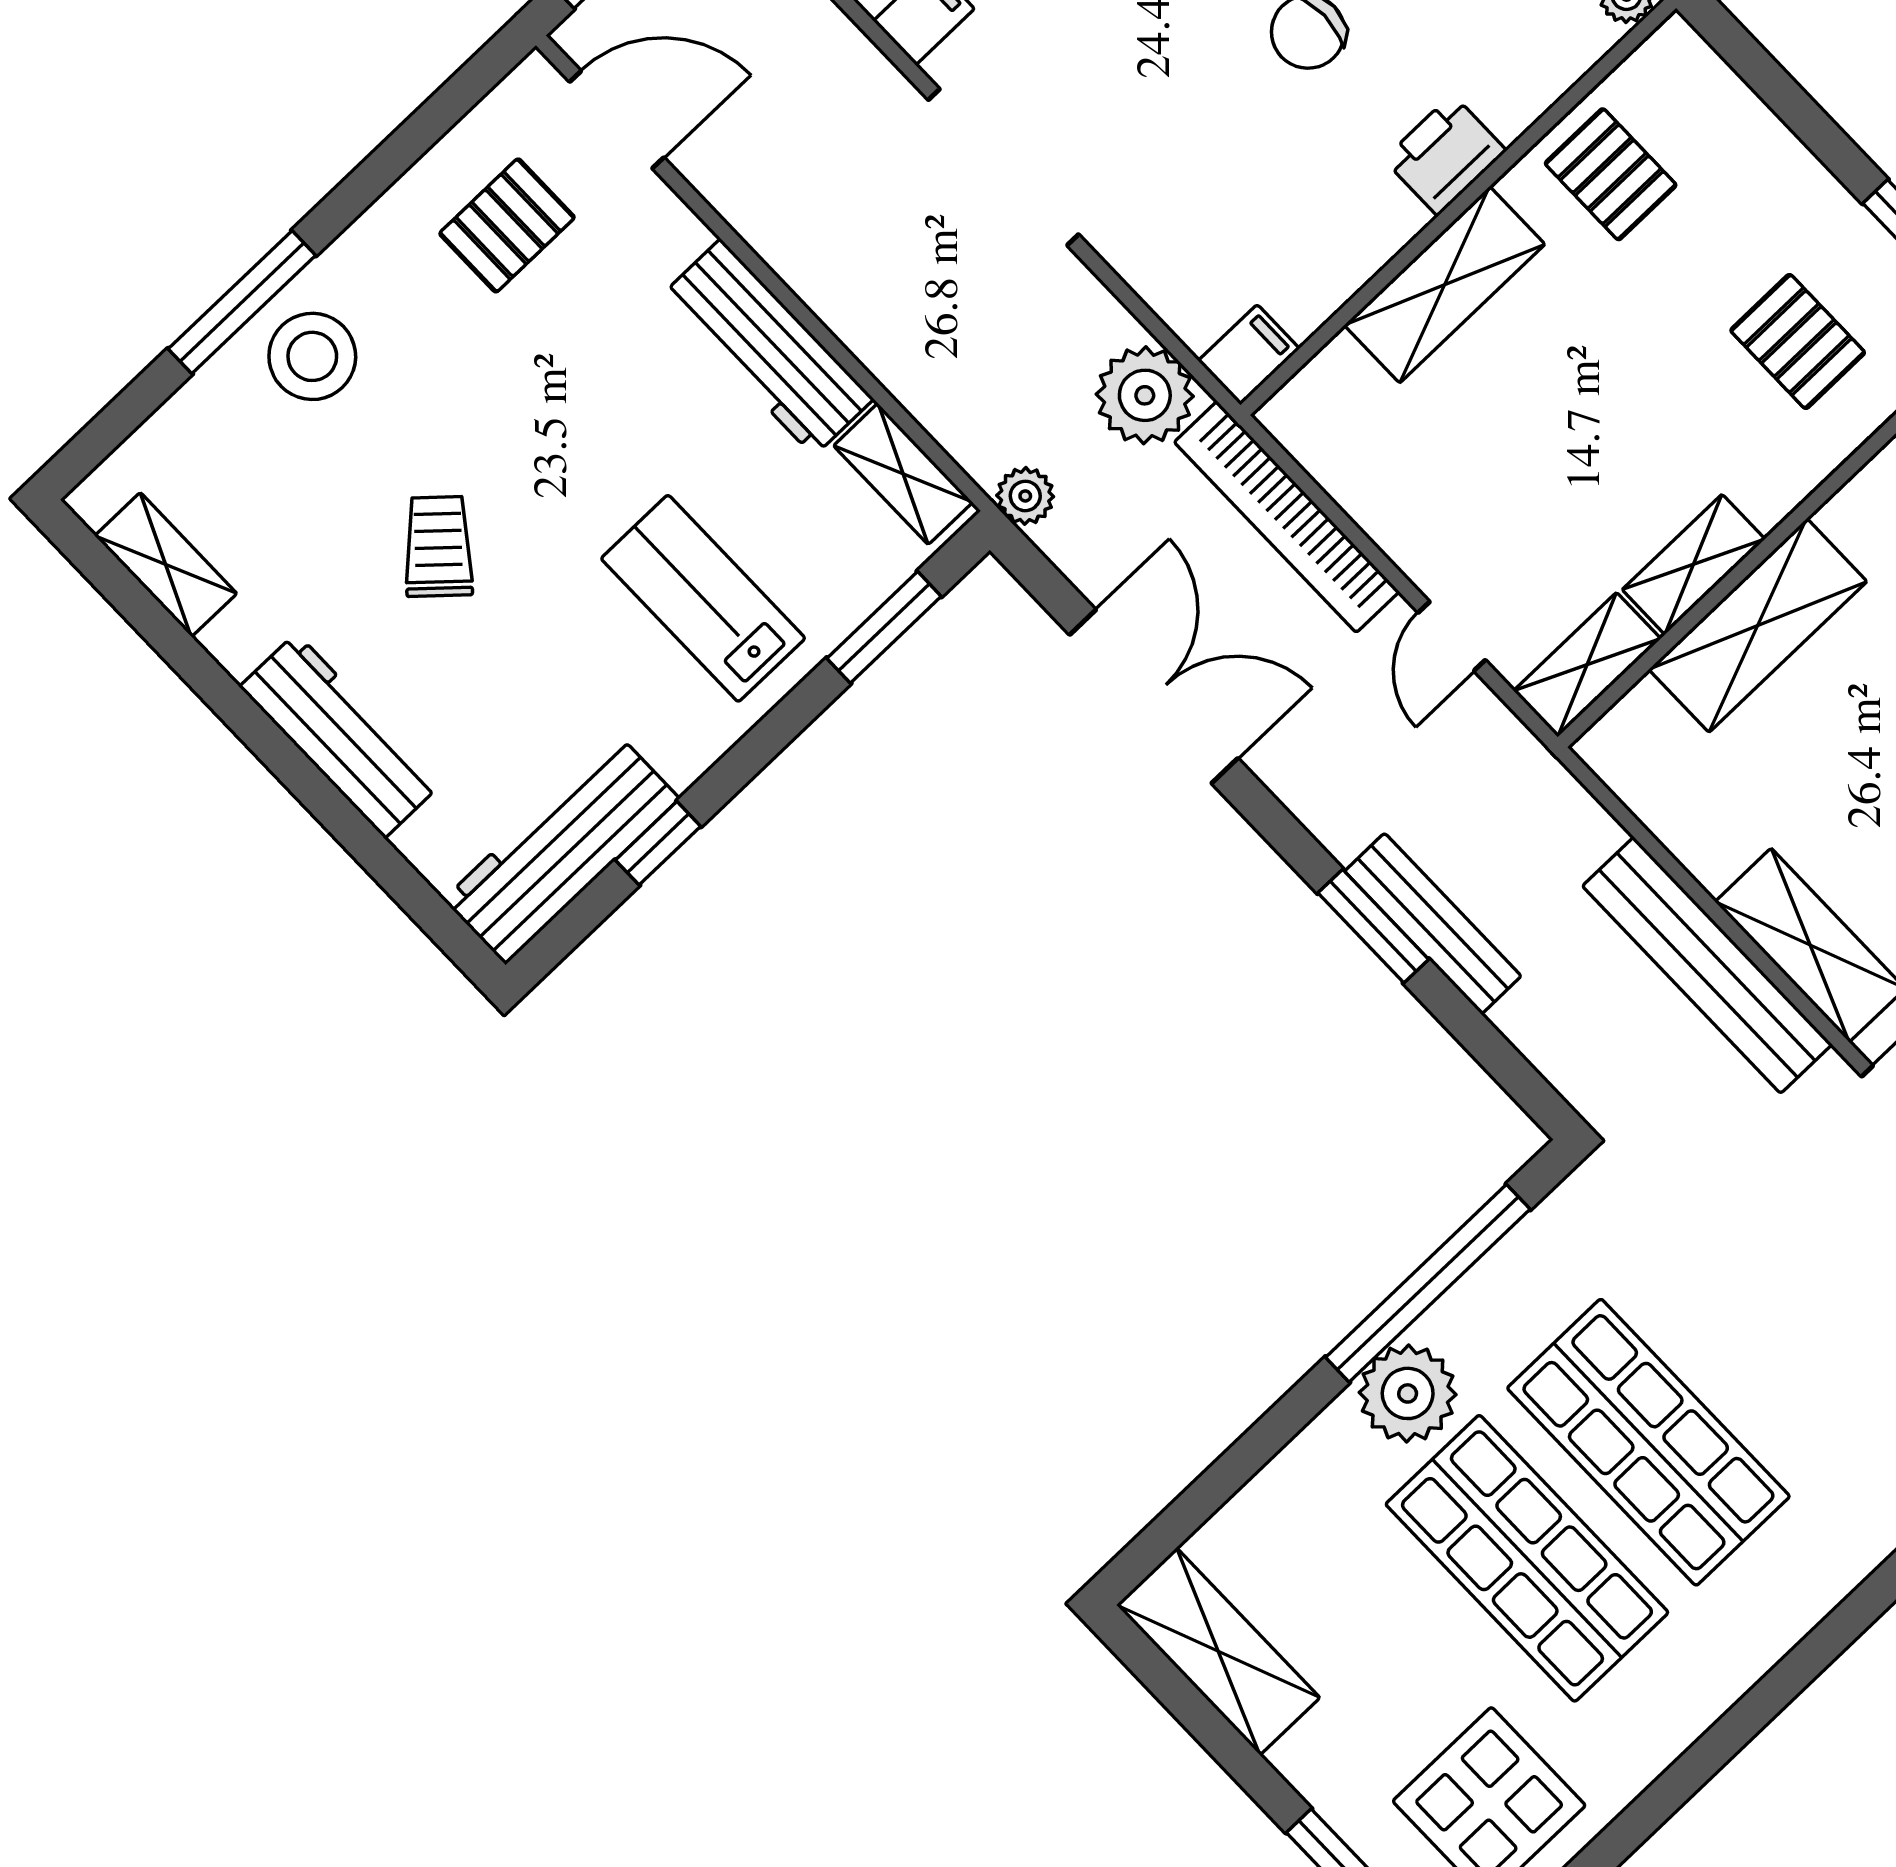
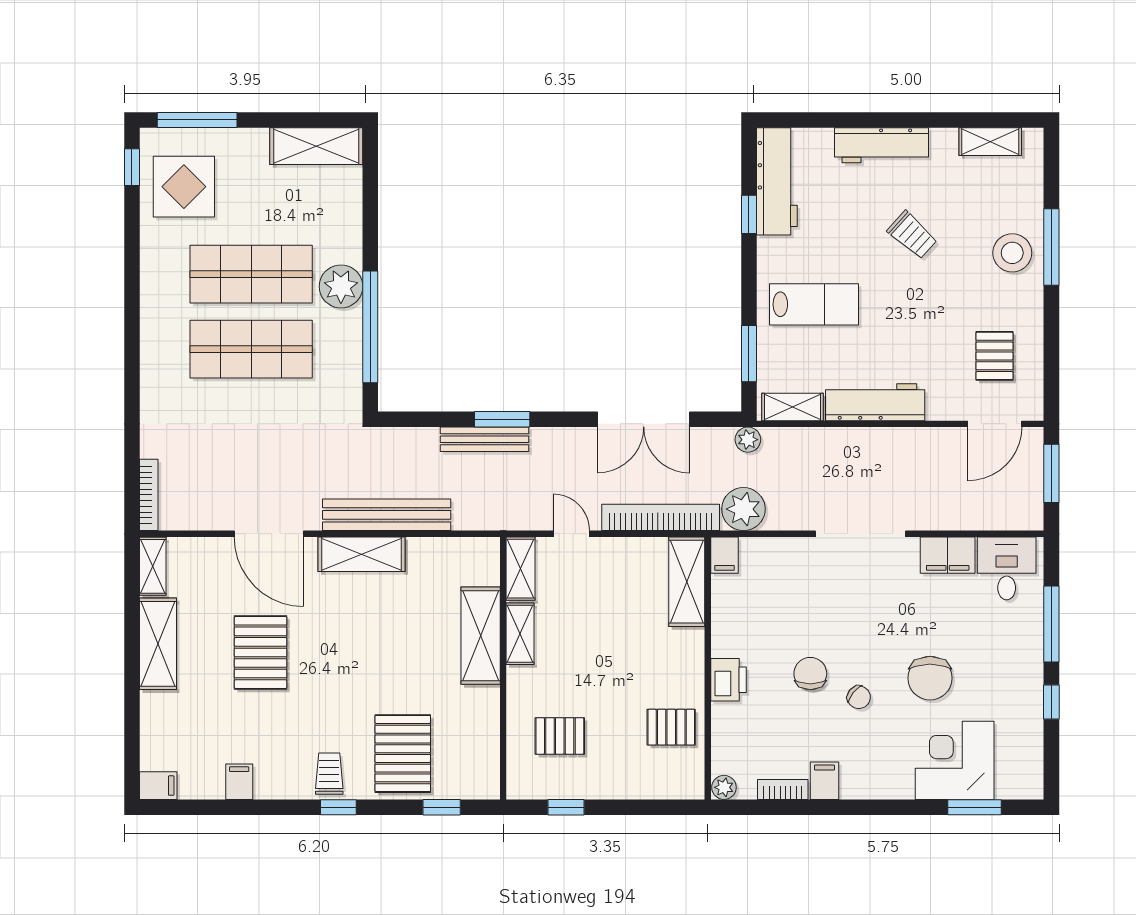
shelving: (1445, 285) -> (687, 582), moved

